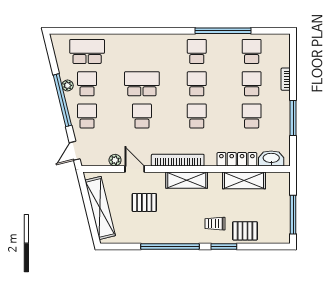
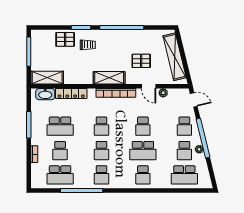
school desk: (142, 52) -> (143, 175), added
school desk: (252, 52) -> (60, 175), width x1.85
school desk: (252, 116) -> (60, 126), width x1.85
door: (75, 151) -> (194, 100), hinge flipped
shelving: (244, 180) -> (47, 78), moved

